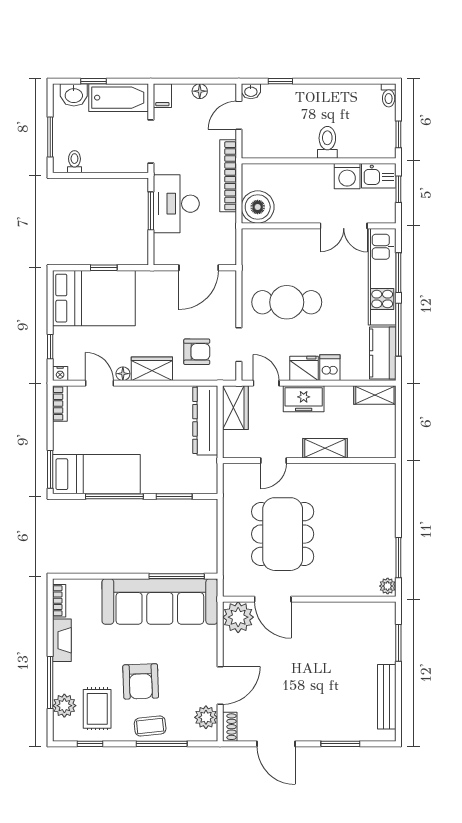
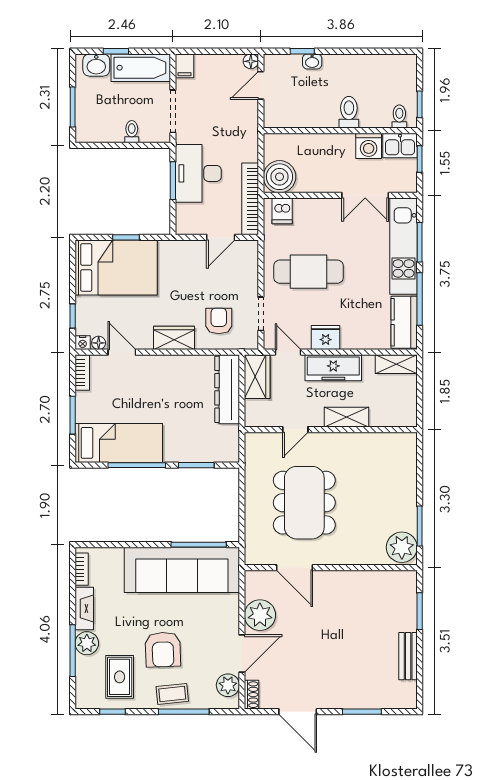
floor lamp: (200, 91) -> (251, 61), moved
washbasin: (251, 91) -> (312, 61), moved
toilet: (389, 95) -> (399, 117), moved, turned 180
toilet: (74, 162) -> (132, 132), moved
bookcase: (228, 176) -> (250, 199), moved
door: (199, 268) -> (221, 237), width x0.73
armchair: (197, 352) -> (219, 321), turned -90
dishwasher: (330, 368) -> (282, 211), moved, turned 180
floor lamp: (123, 374) -> (99, 343), moved
freezer: (304, 399) -> (333, 368), width x1.40
window: (50, 469) -> (73, 415), moved
plant: (388, 586) -> (402, 547), width x1.87, depth x1.87
plant: (238, 617) -> (260, 615), moved
bench: (387, 697) -> (408, 656), width x0.73
plant: (64, 706) -> (87, 643), moved

